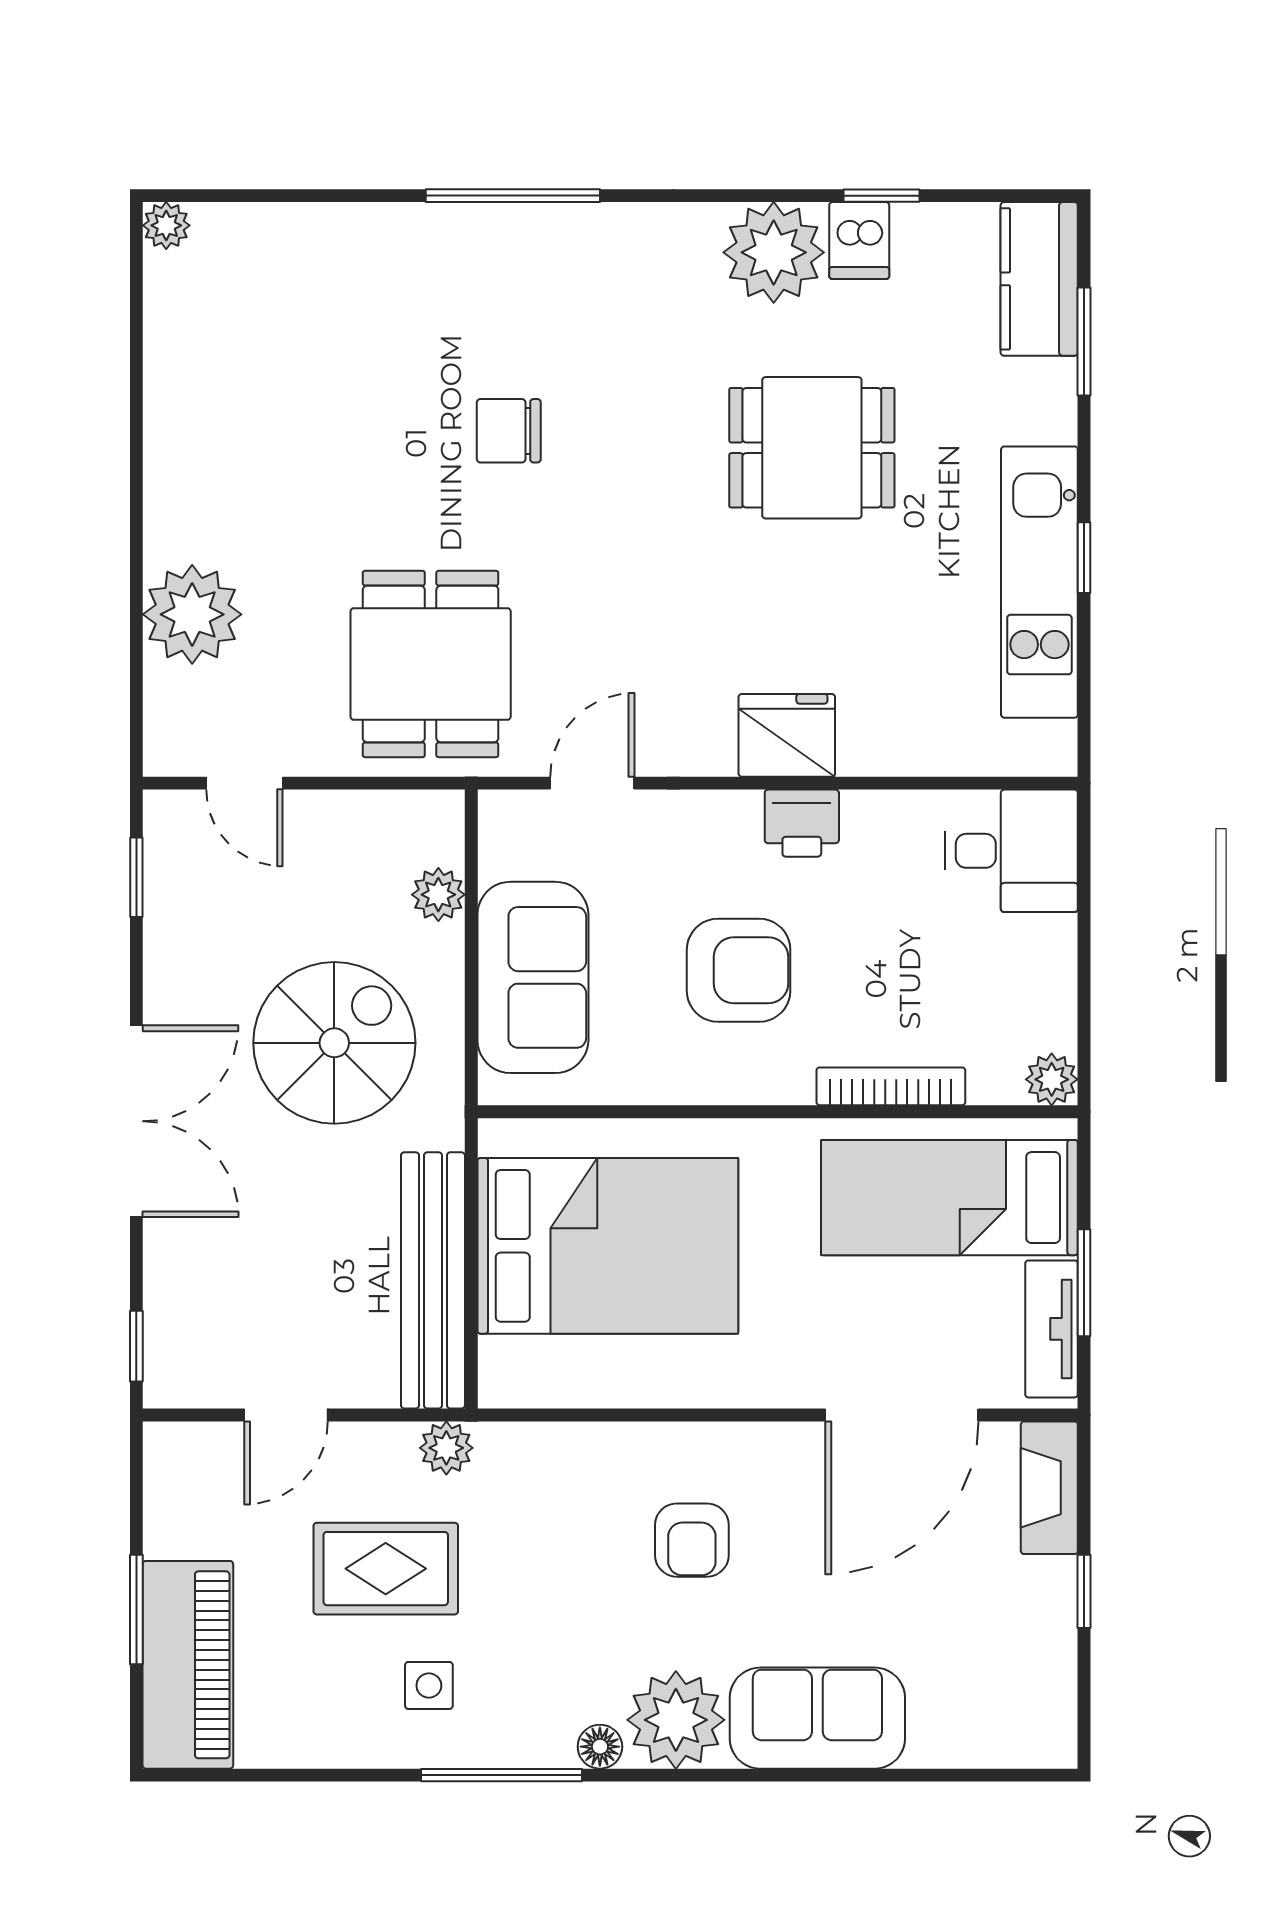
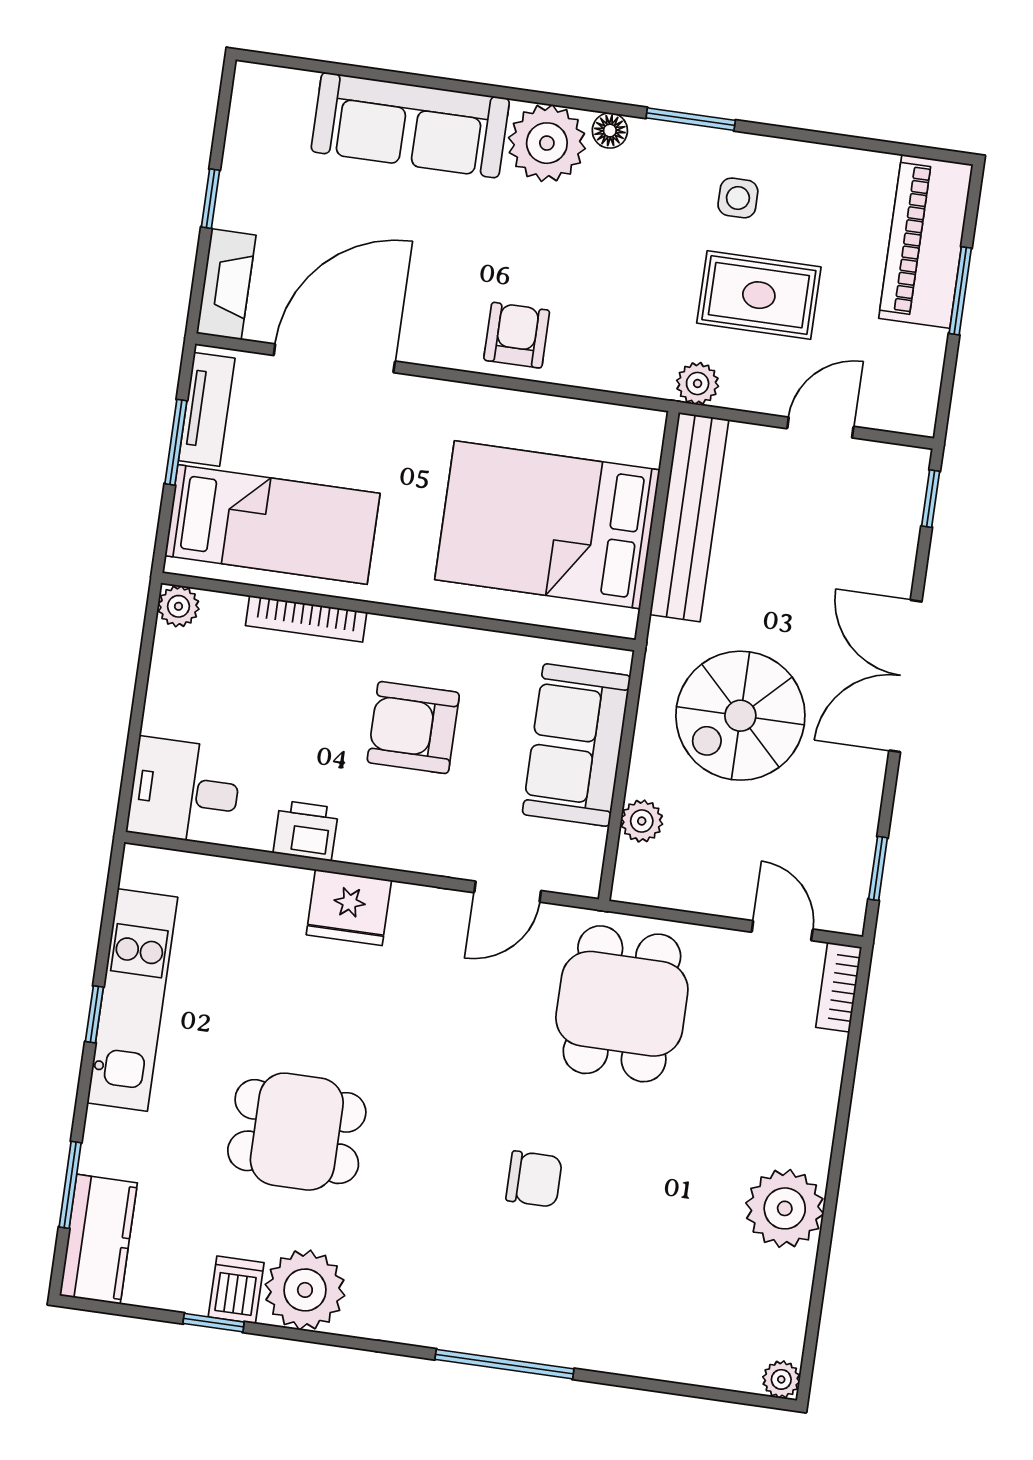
plant: (192, 614) -> (785, 1208), moved
bookcase: (164, 723) -> (839, 987), added
printer: (802, 823) -> (306, 831), moved
armchair: (692, 1540) -> (517, 335), moved
sofa: (817, 1718) -> (410, 125), width x1.36
window: (501, 1775) -> (691, 119), width x0.69

